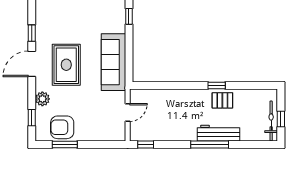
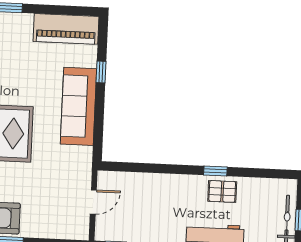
sofa: (113, 62) -> (78, 106), moved

